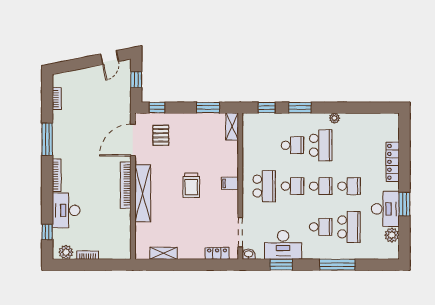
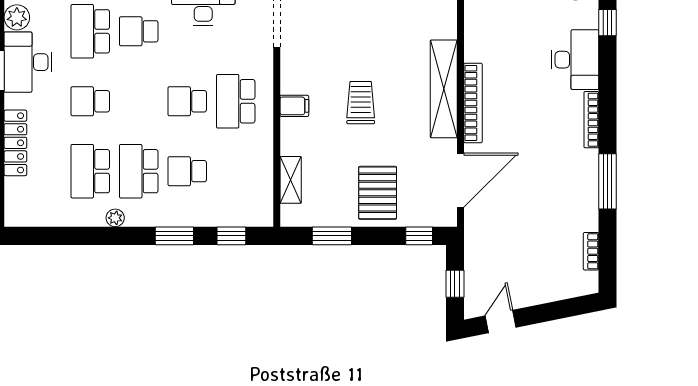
shelving: (232, 127) -> (291, 180), moved
pallet: (161, 135) -> (378, 193), moved, width x1.50, depth x1.42
school desk: (321, 186) -> (90, 171), moved, width x1.85

